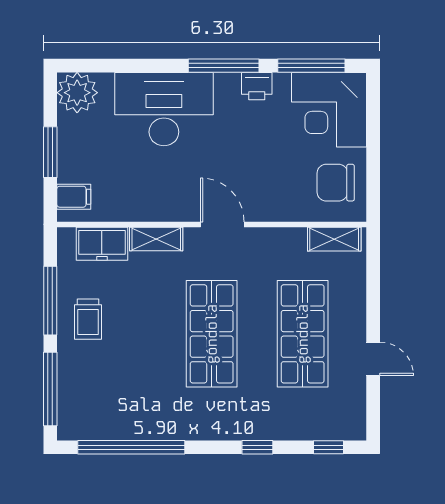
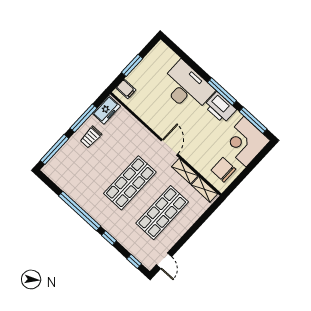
printer: (257, 86) -> (220, 108), width x1.87, depth x1.48
plant: (77, 93) -> (161, 53), removed
shelving: (156, 239) -> (185, 171), moved
freezer: (102, 244) -> (106, 110), moved, turned -90
door: (373, 359) -> (164, 261), moved
window: (131, 447) -> (80, 211), moved

